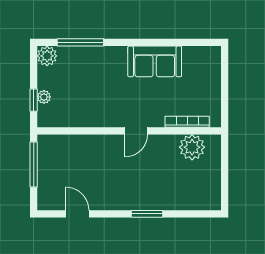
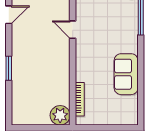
door: (136, 131) -> (73, 30), moved
plant: (192, 147) -> (60, 115), moved

